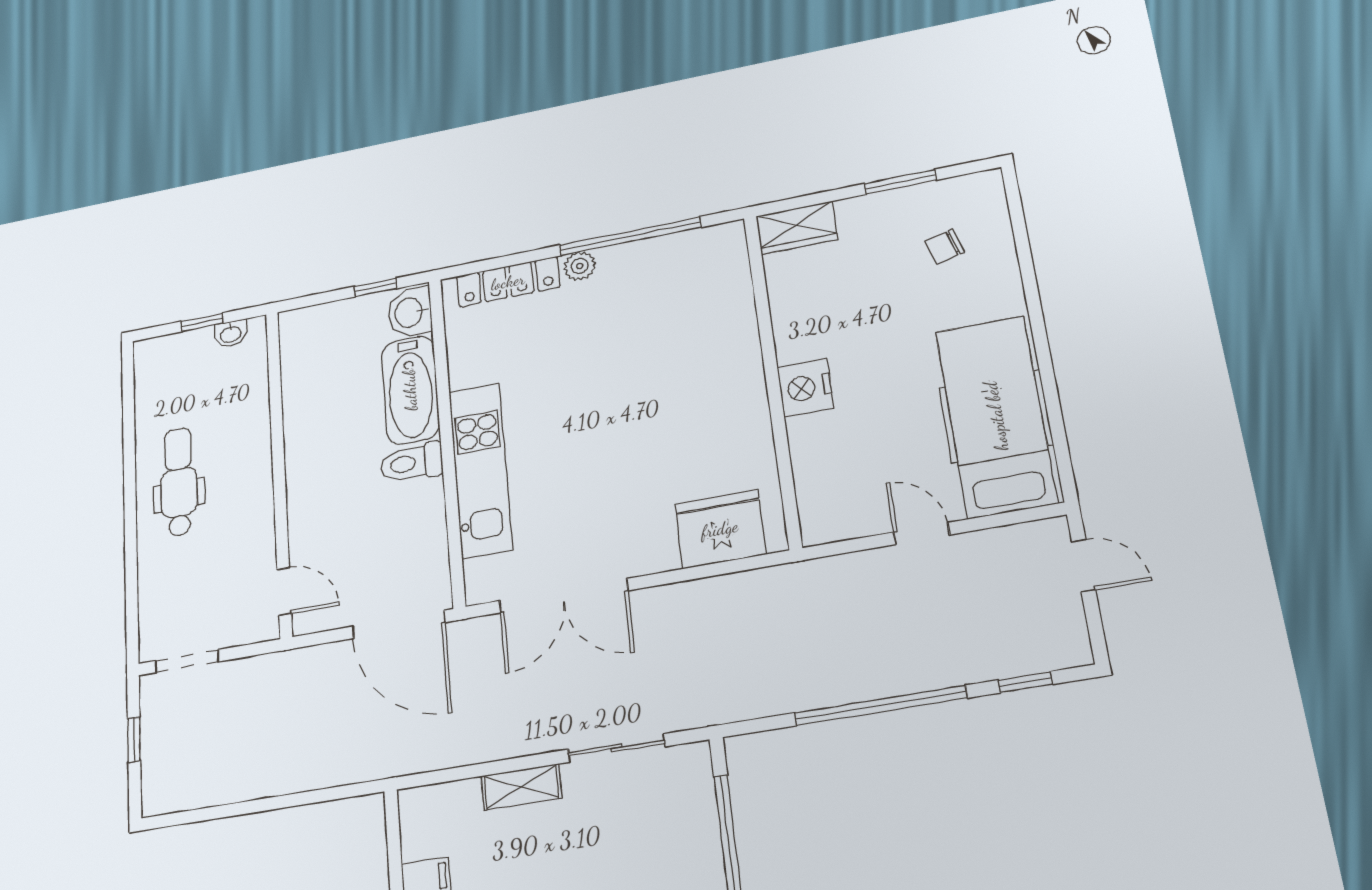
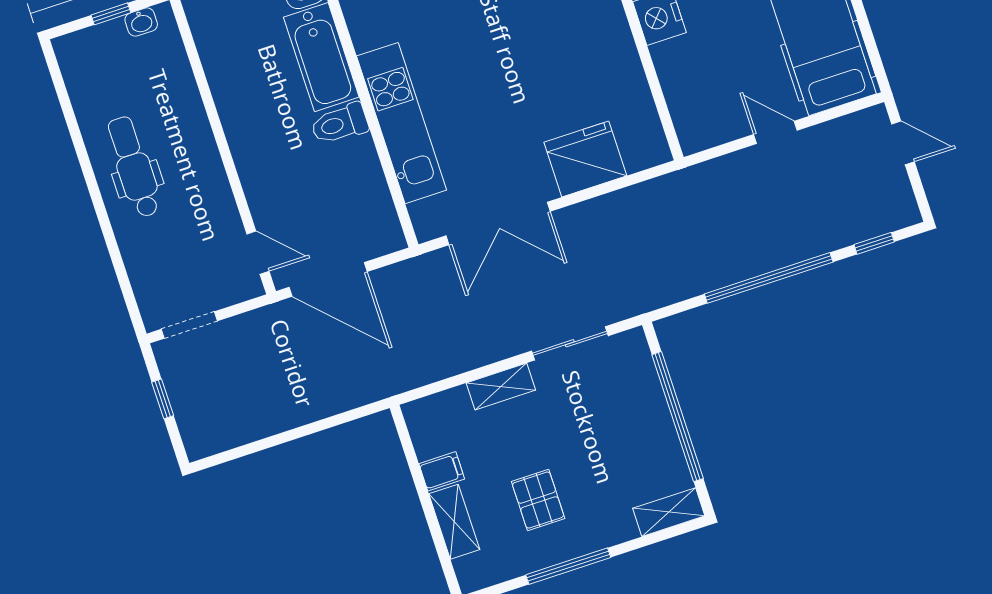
fridge: (720, 529) -> (585, 159), moved
door: (399, 624) -> (328, 279), moved

